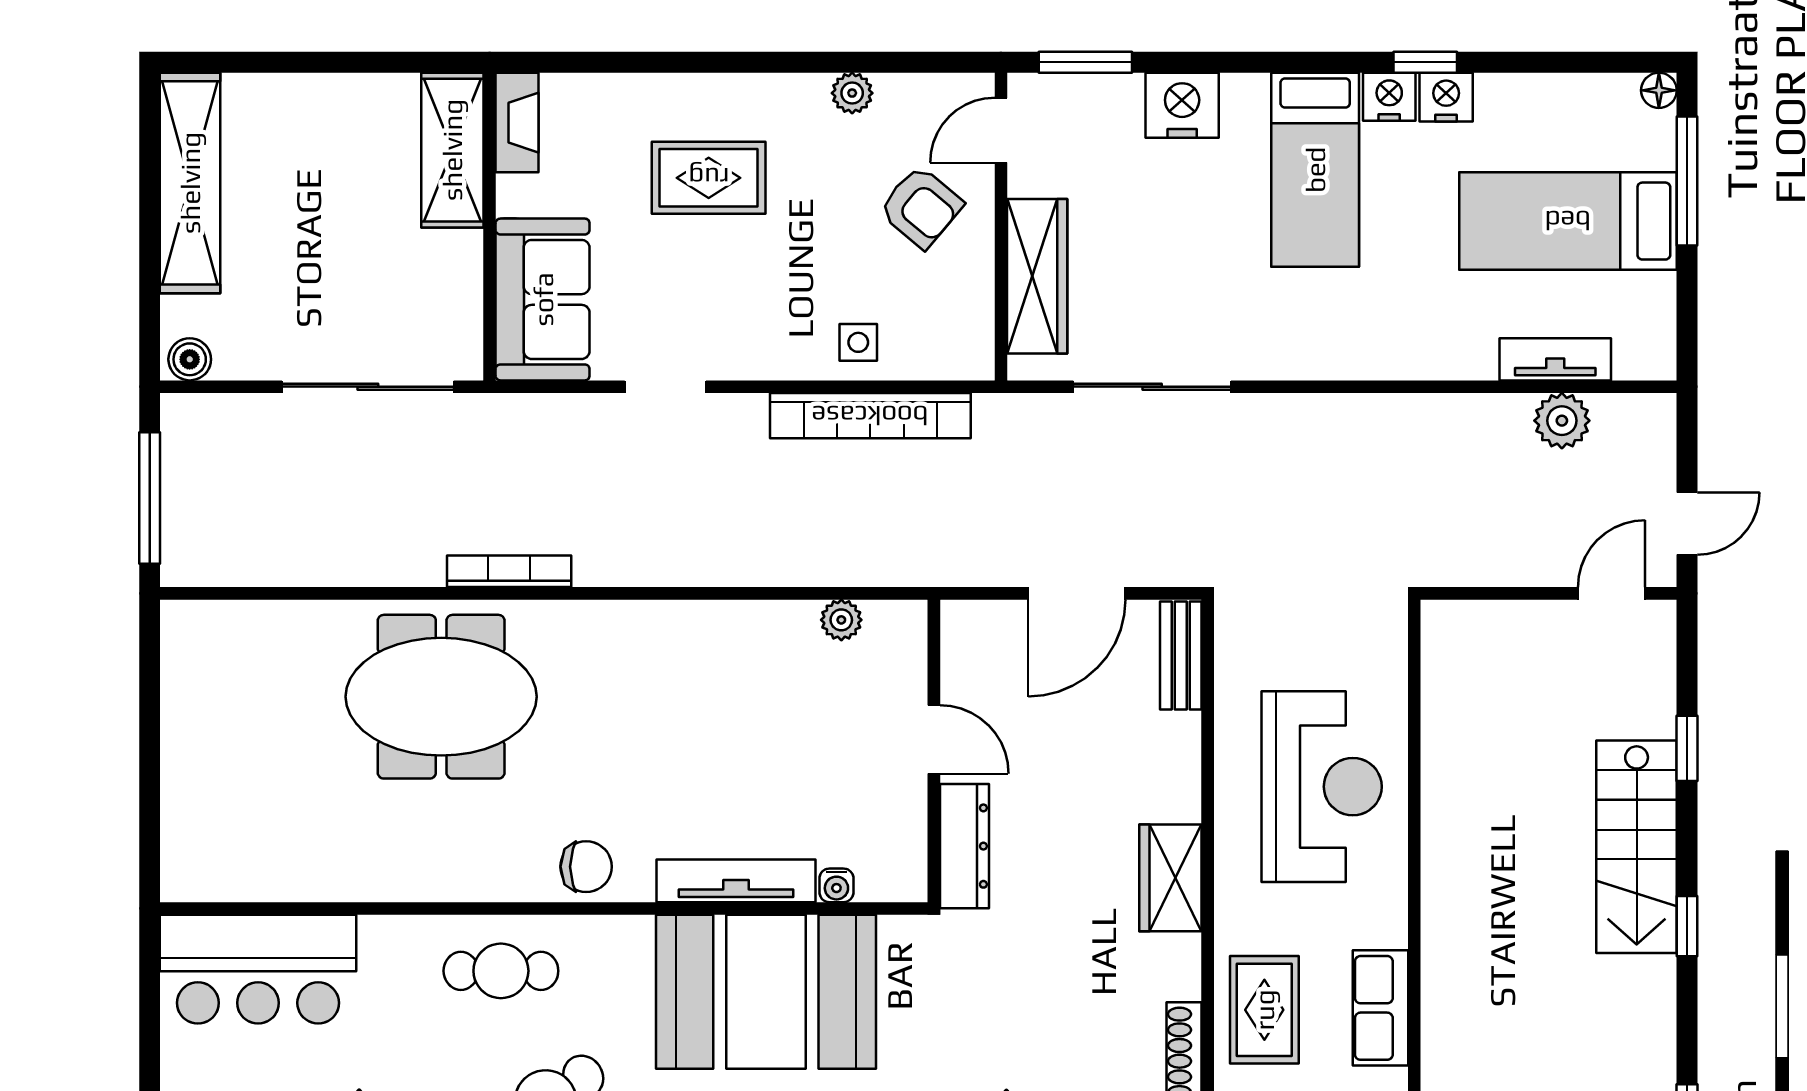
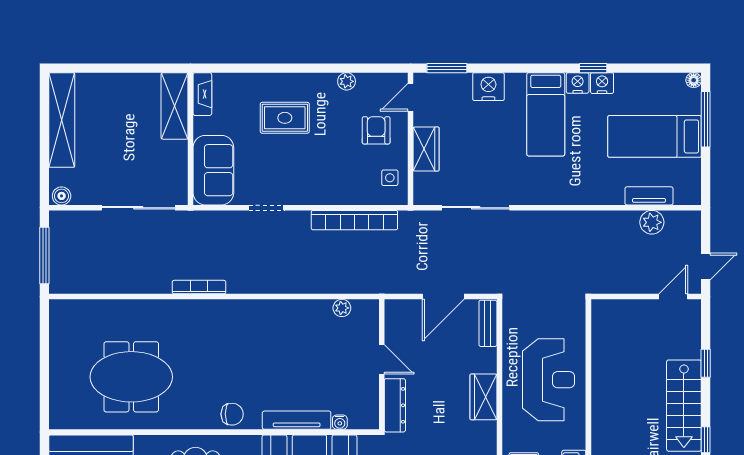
armchair: (921, 207) -> (376, 130), turned -130
wardrobe: (1037, 276) -> (426, 149), width x0.67
side table: (858, 342) -> (390, 178), moved
meeting table: (441, 697) -> (131, 377), moved
wardrobe: (1170, 878) -> (483, 397), moved

